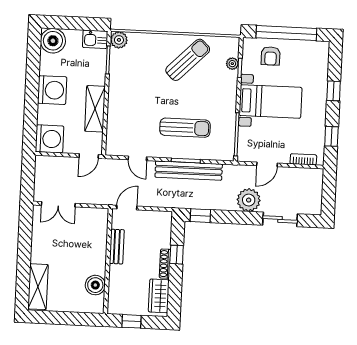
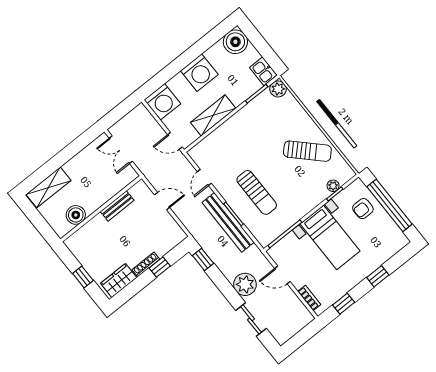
bench: (117, 247) -> (117, 206), moved
wall: (108, 261) -> (101, 209), moved
boiler: (95, 285) -> (76, 215), moved

